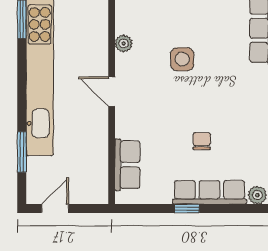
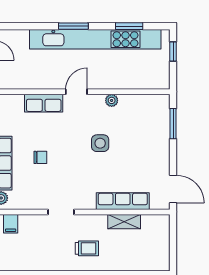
window: (22, 152) -> (73, 26), moved
row of seats: (127, 165) -> (44, 103), moved

